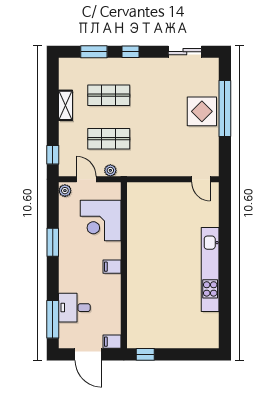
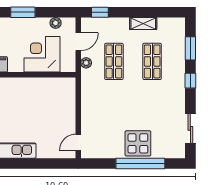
plant: (65, 191) -> (56, 23), moved

